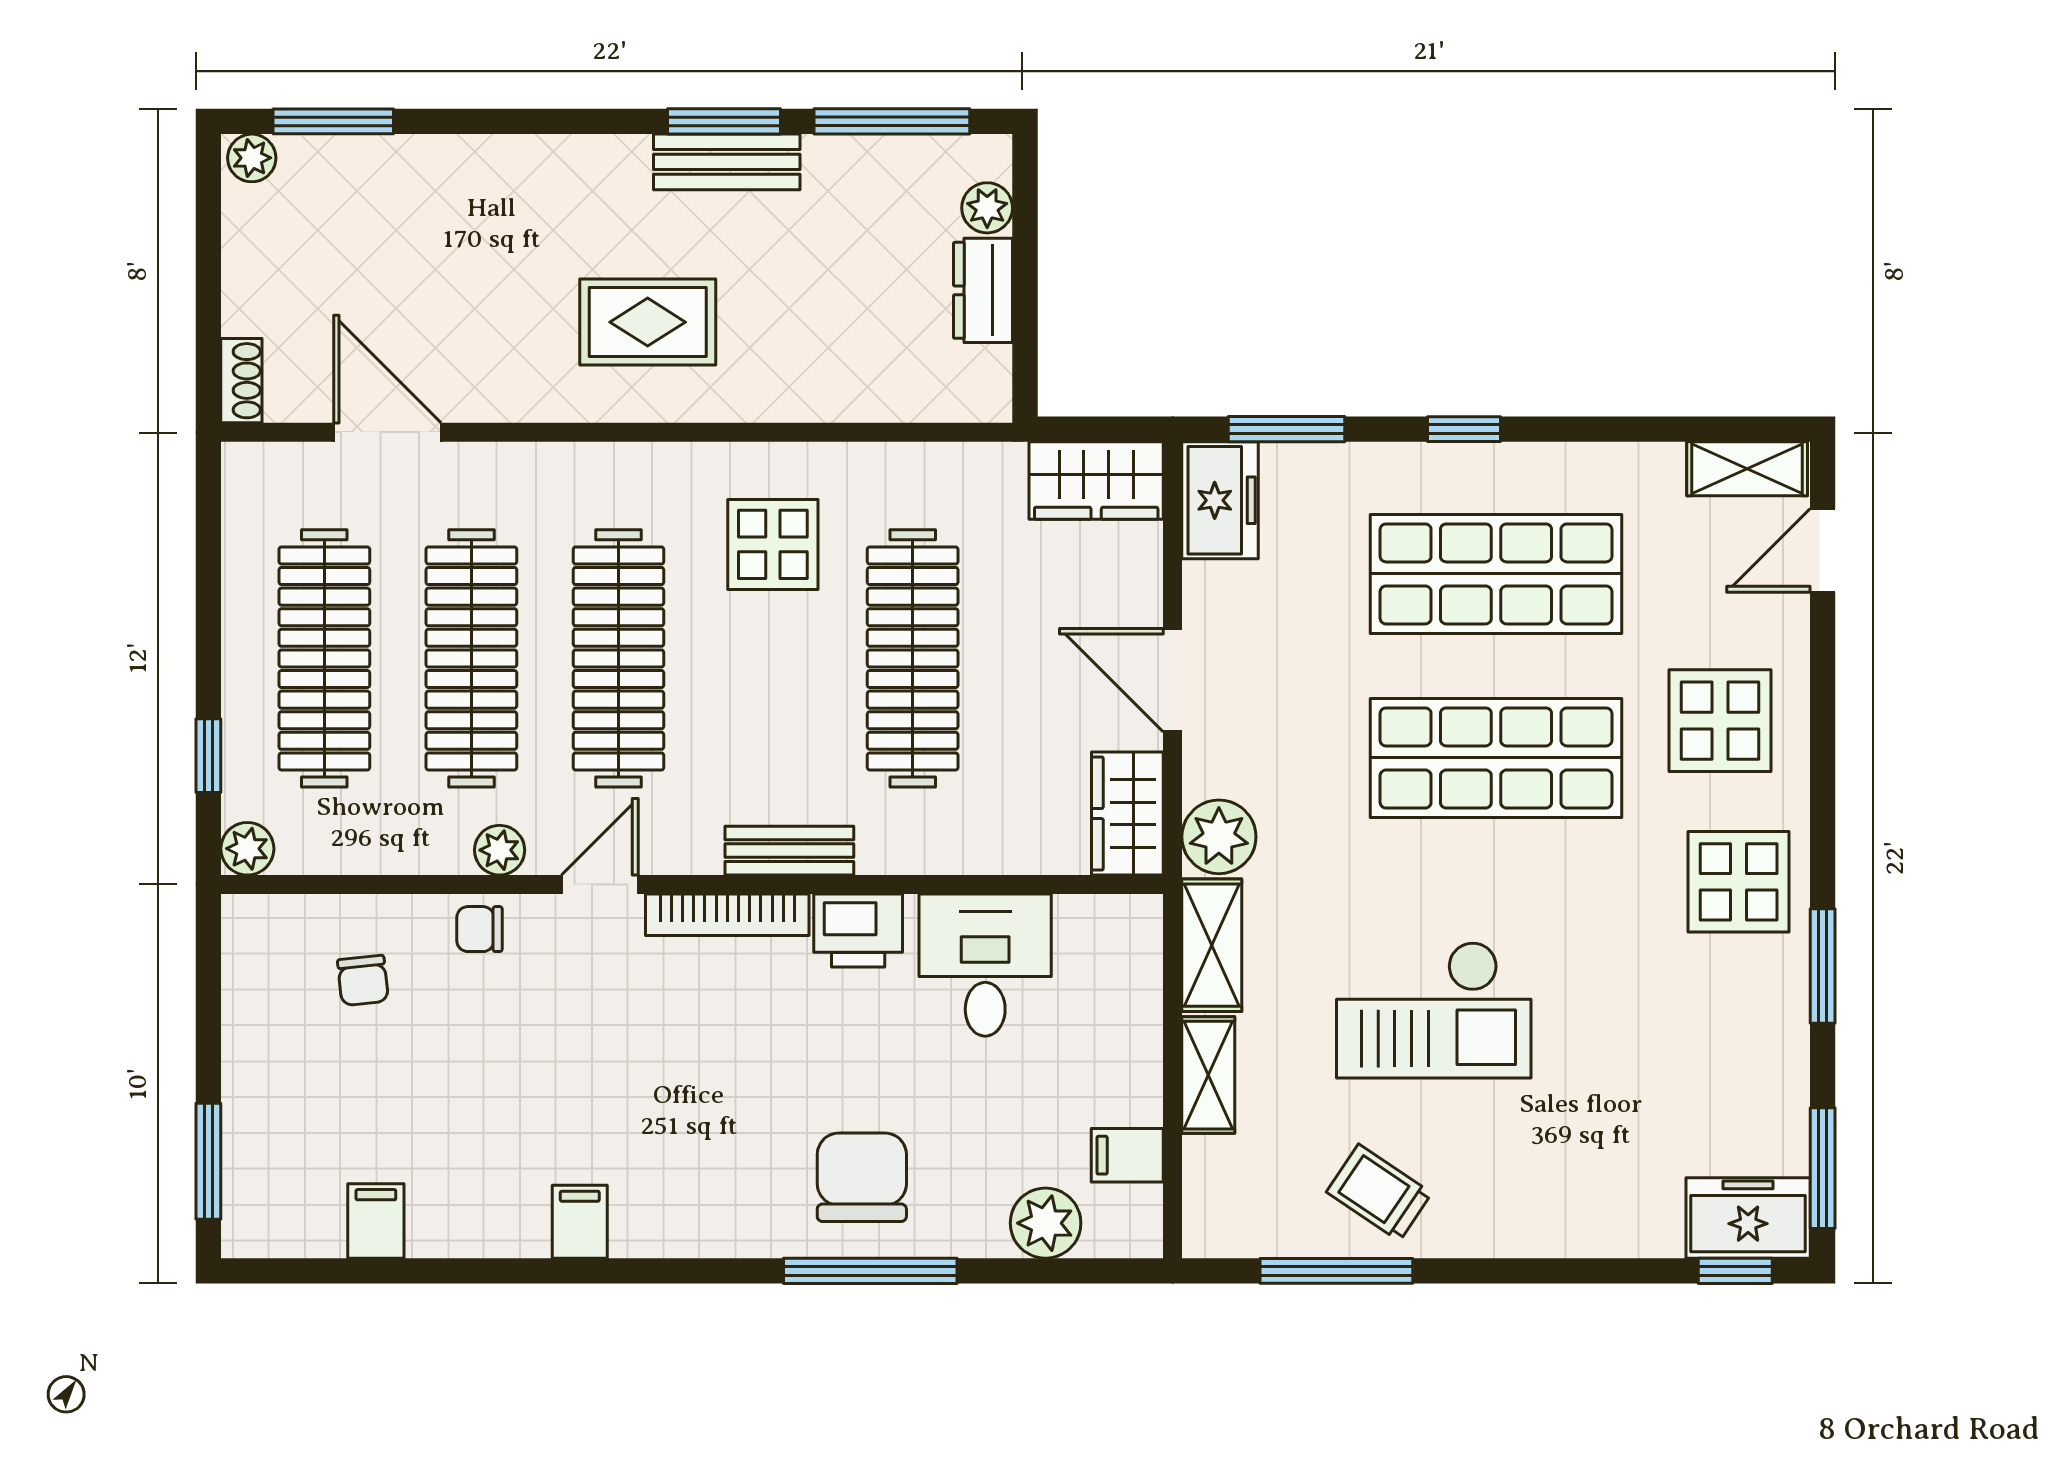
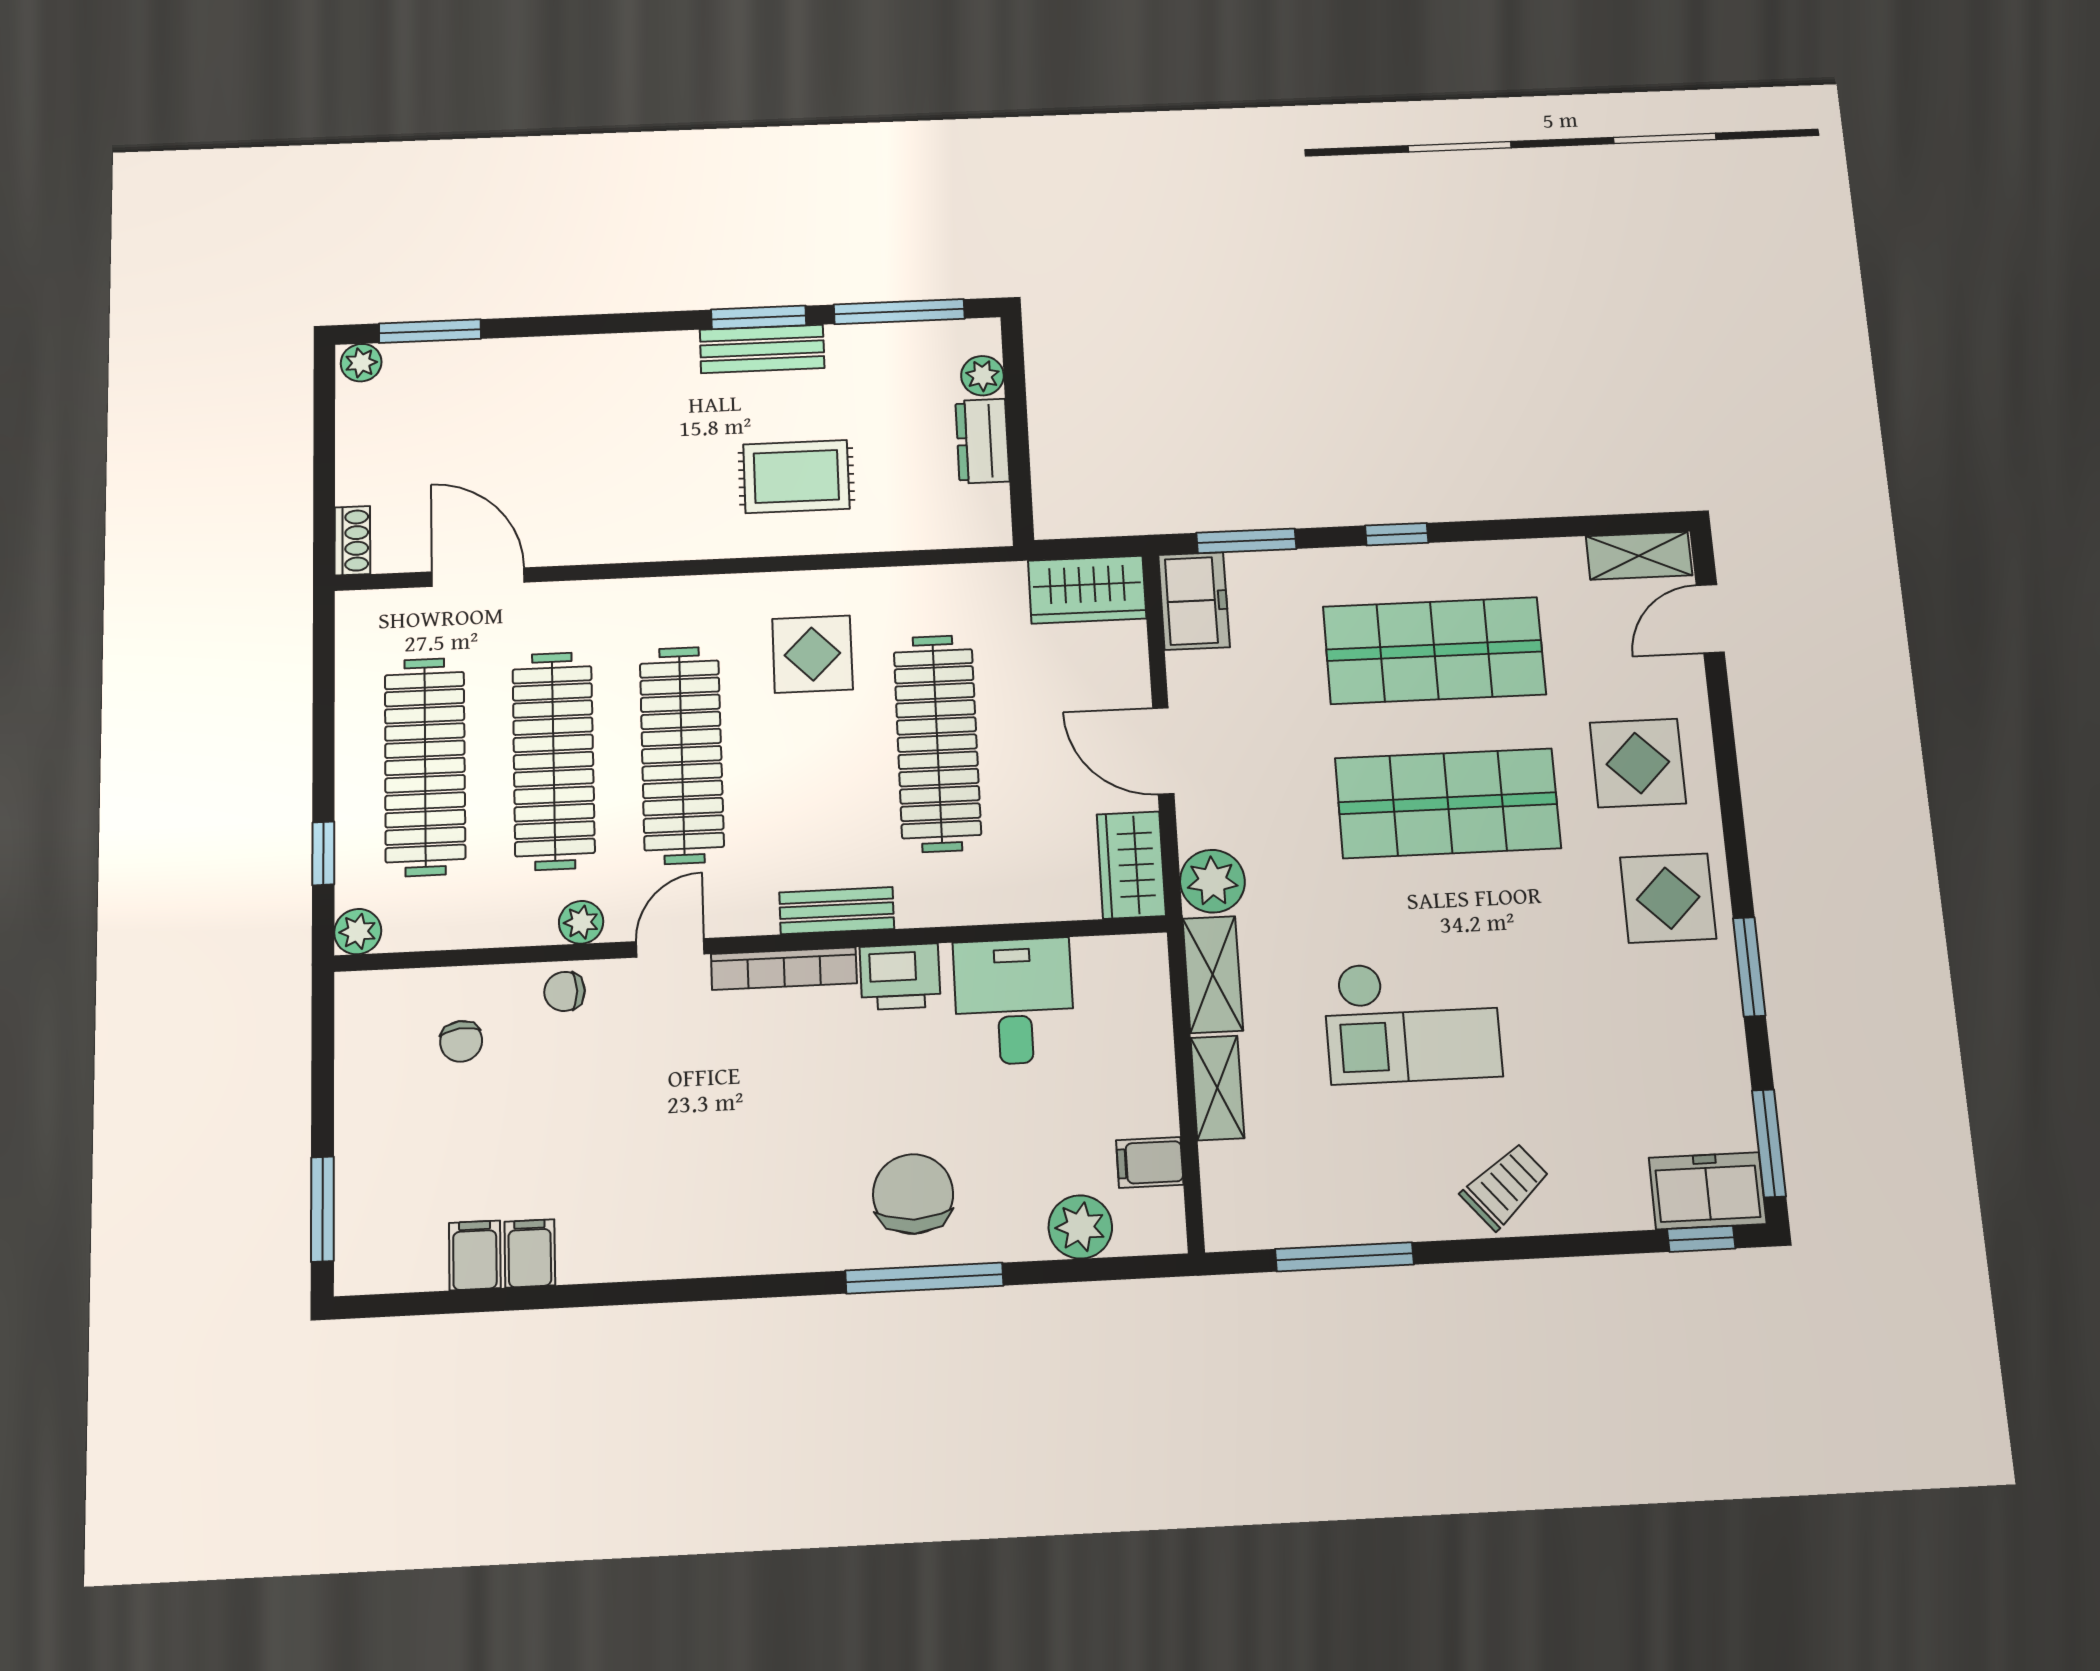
rug: (648, 322) -> (796, 476), moved
trolley: (1379, 1193) -> (1505, 1186), moved, turned 106
filing cabinet: (580, 1222) -> (530, 1253), moved

